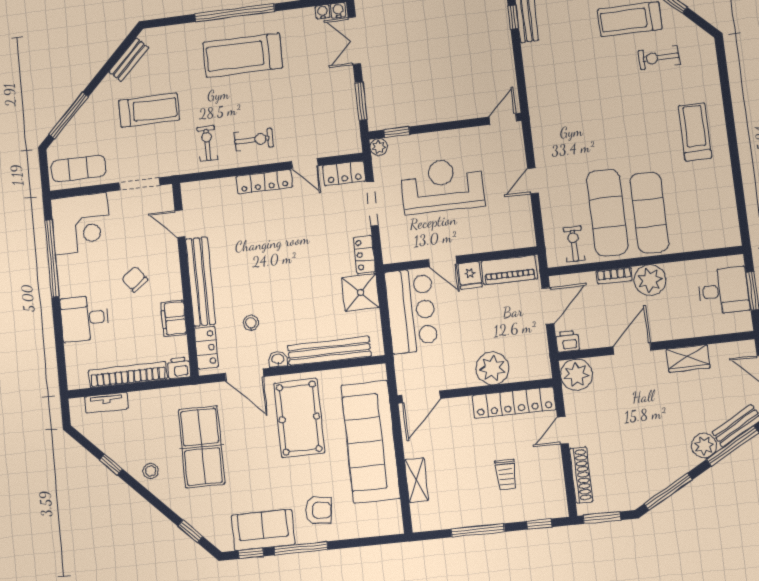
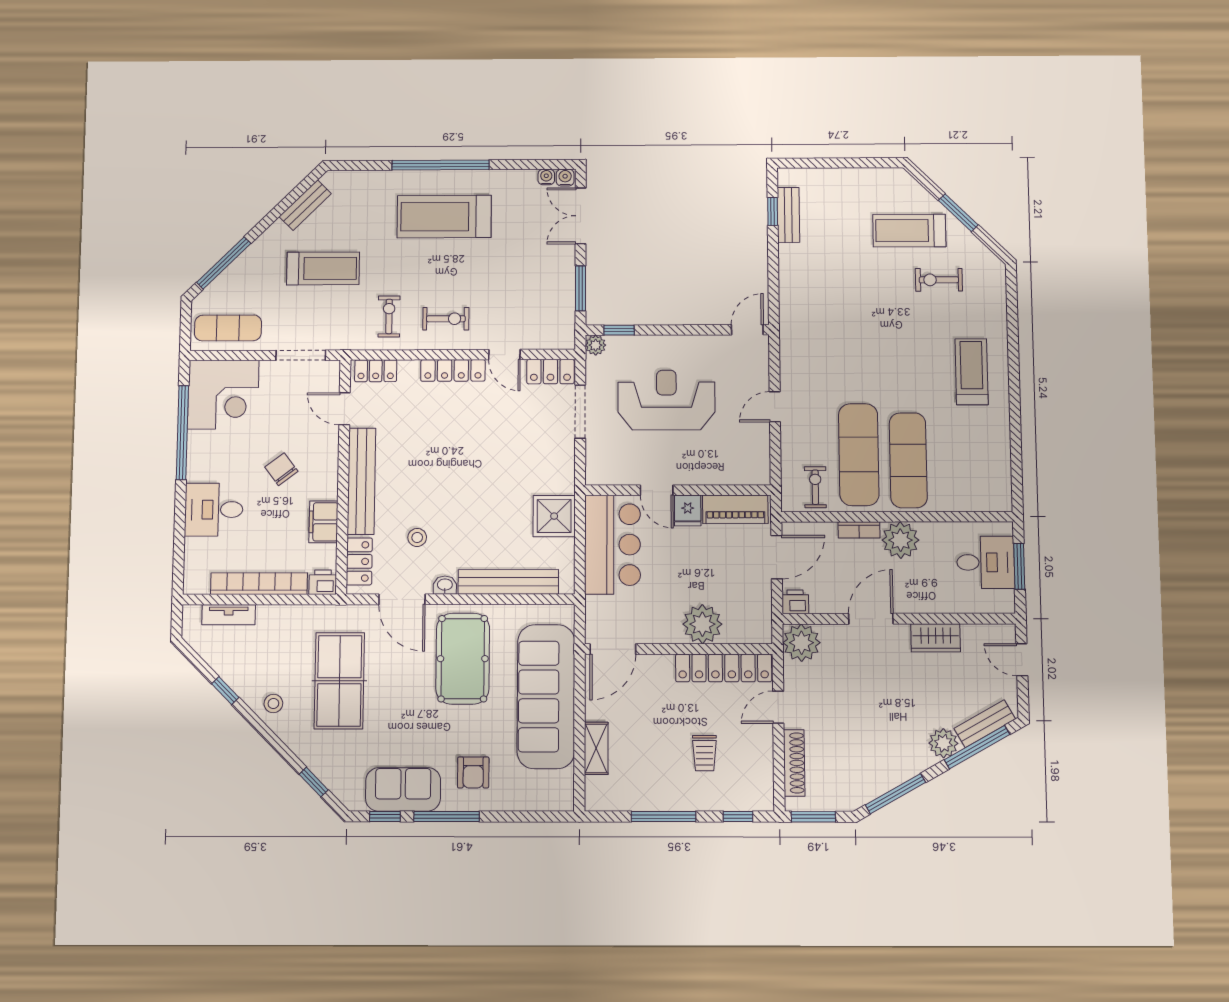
locker: (364, 255) -> (376, 371), moved, turned -90
armchair: (318, 510) -> (473, 772), turned 83

